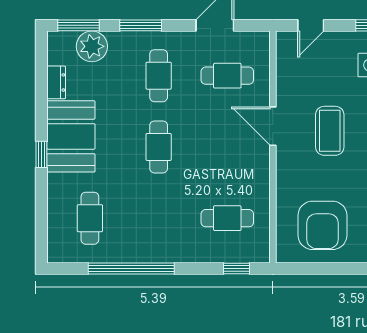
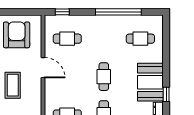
door: (273, 126) -> (43, 68), moved
window: (41, 154) -> (166, 94), moved
cafe table: (90, 218) -> (140, 39), turned 90

